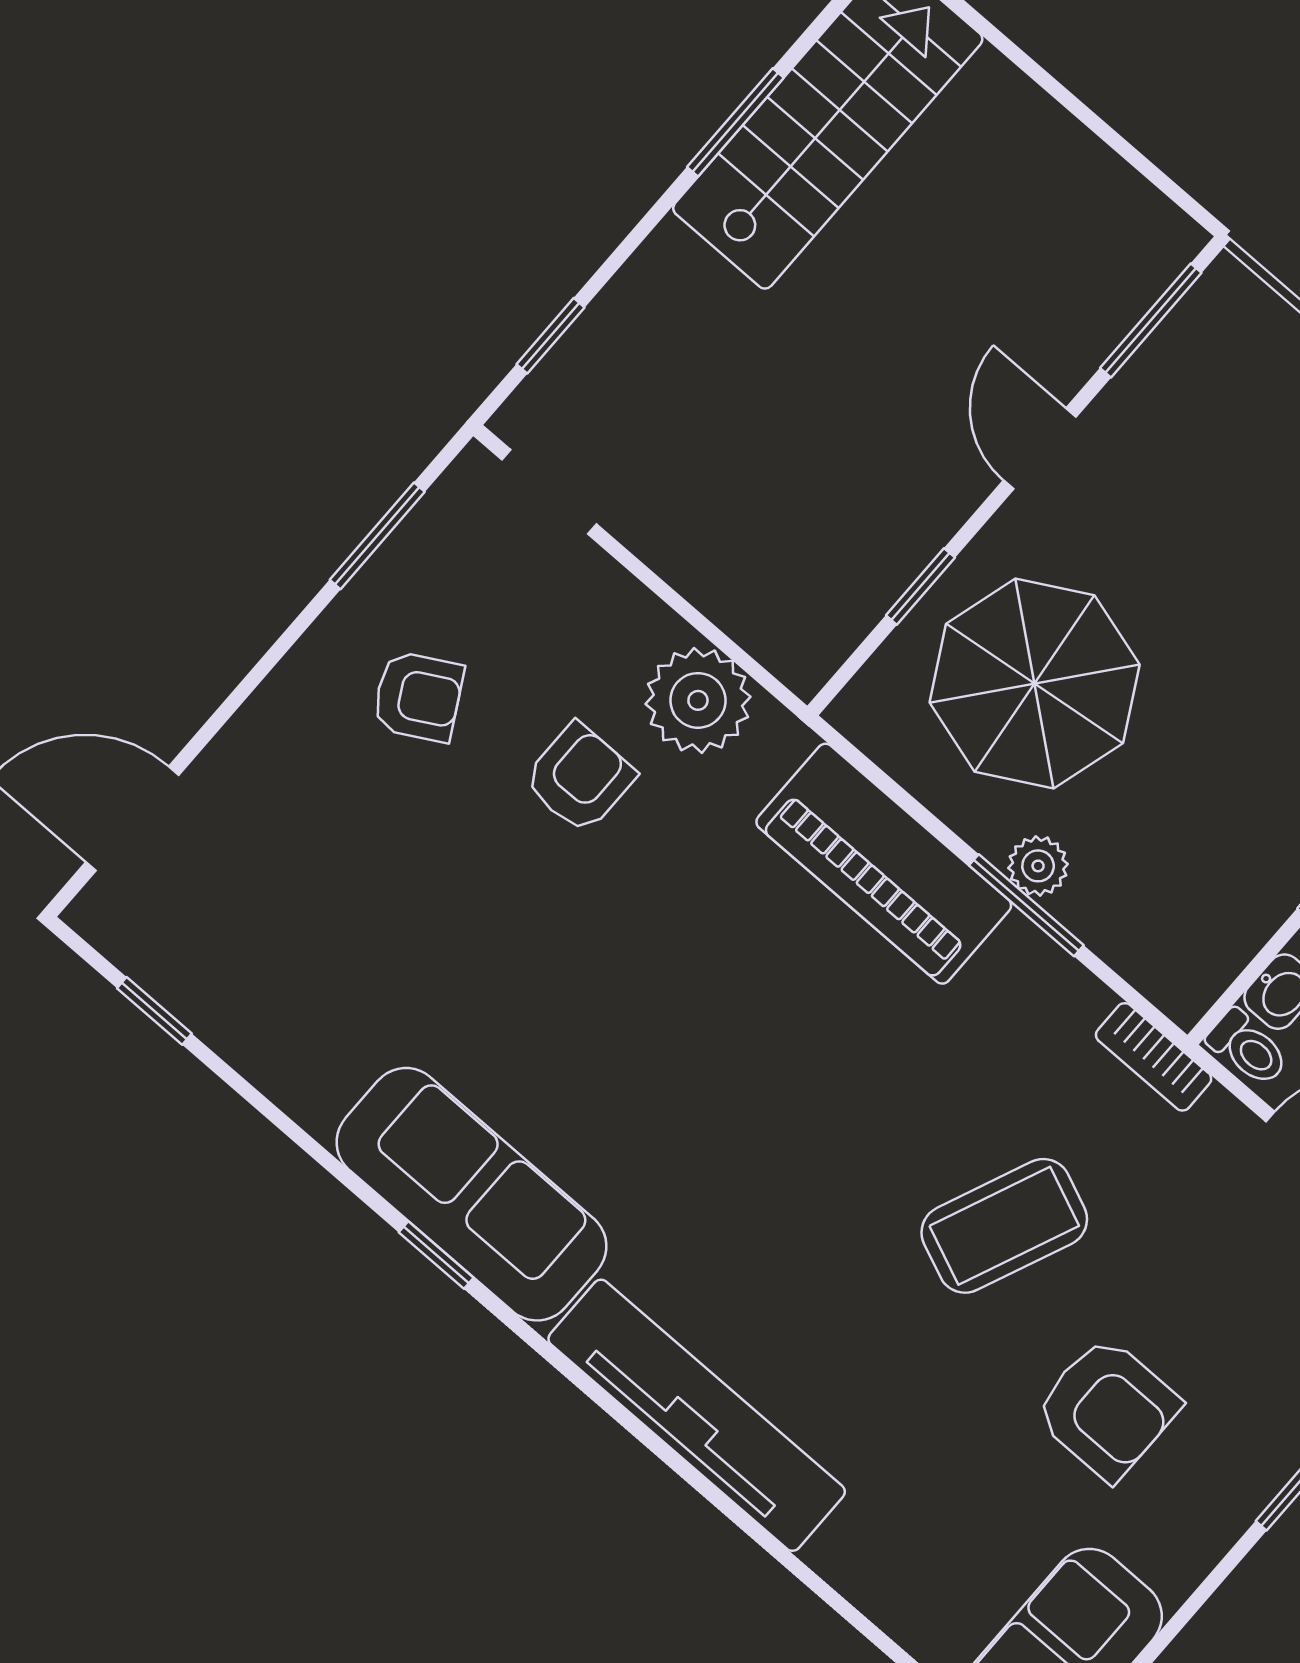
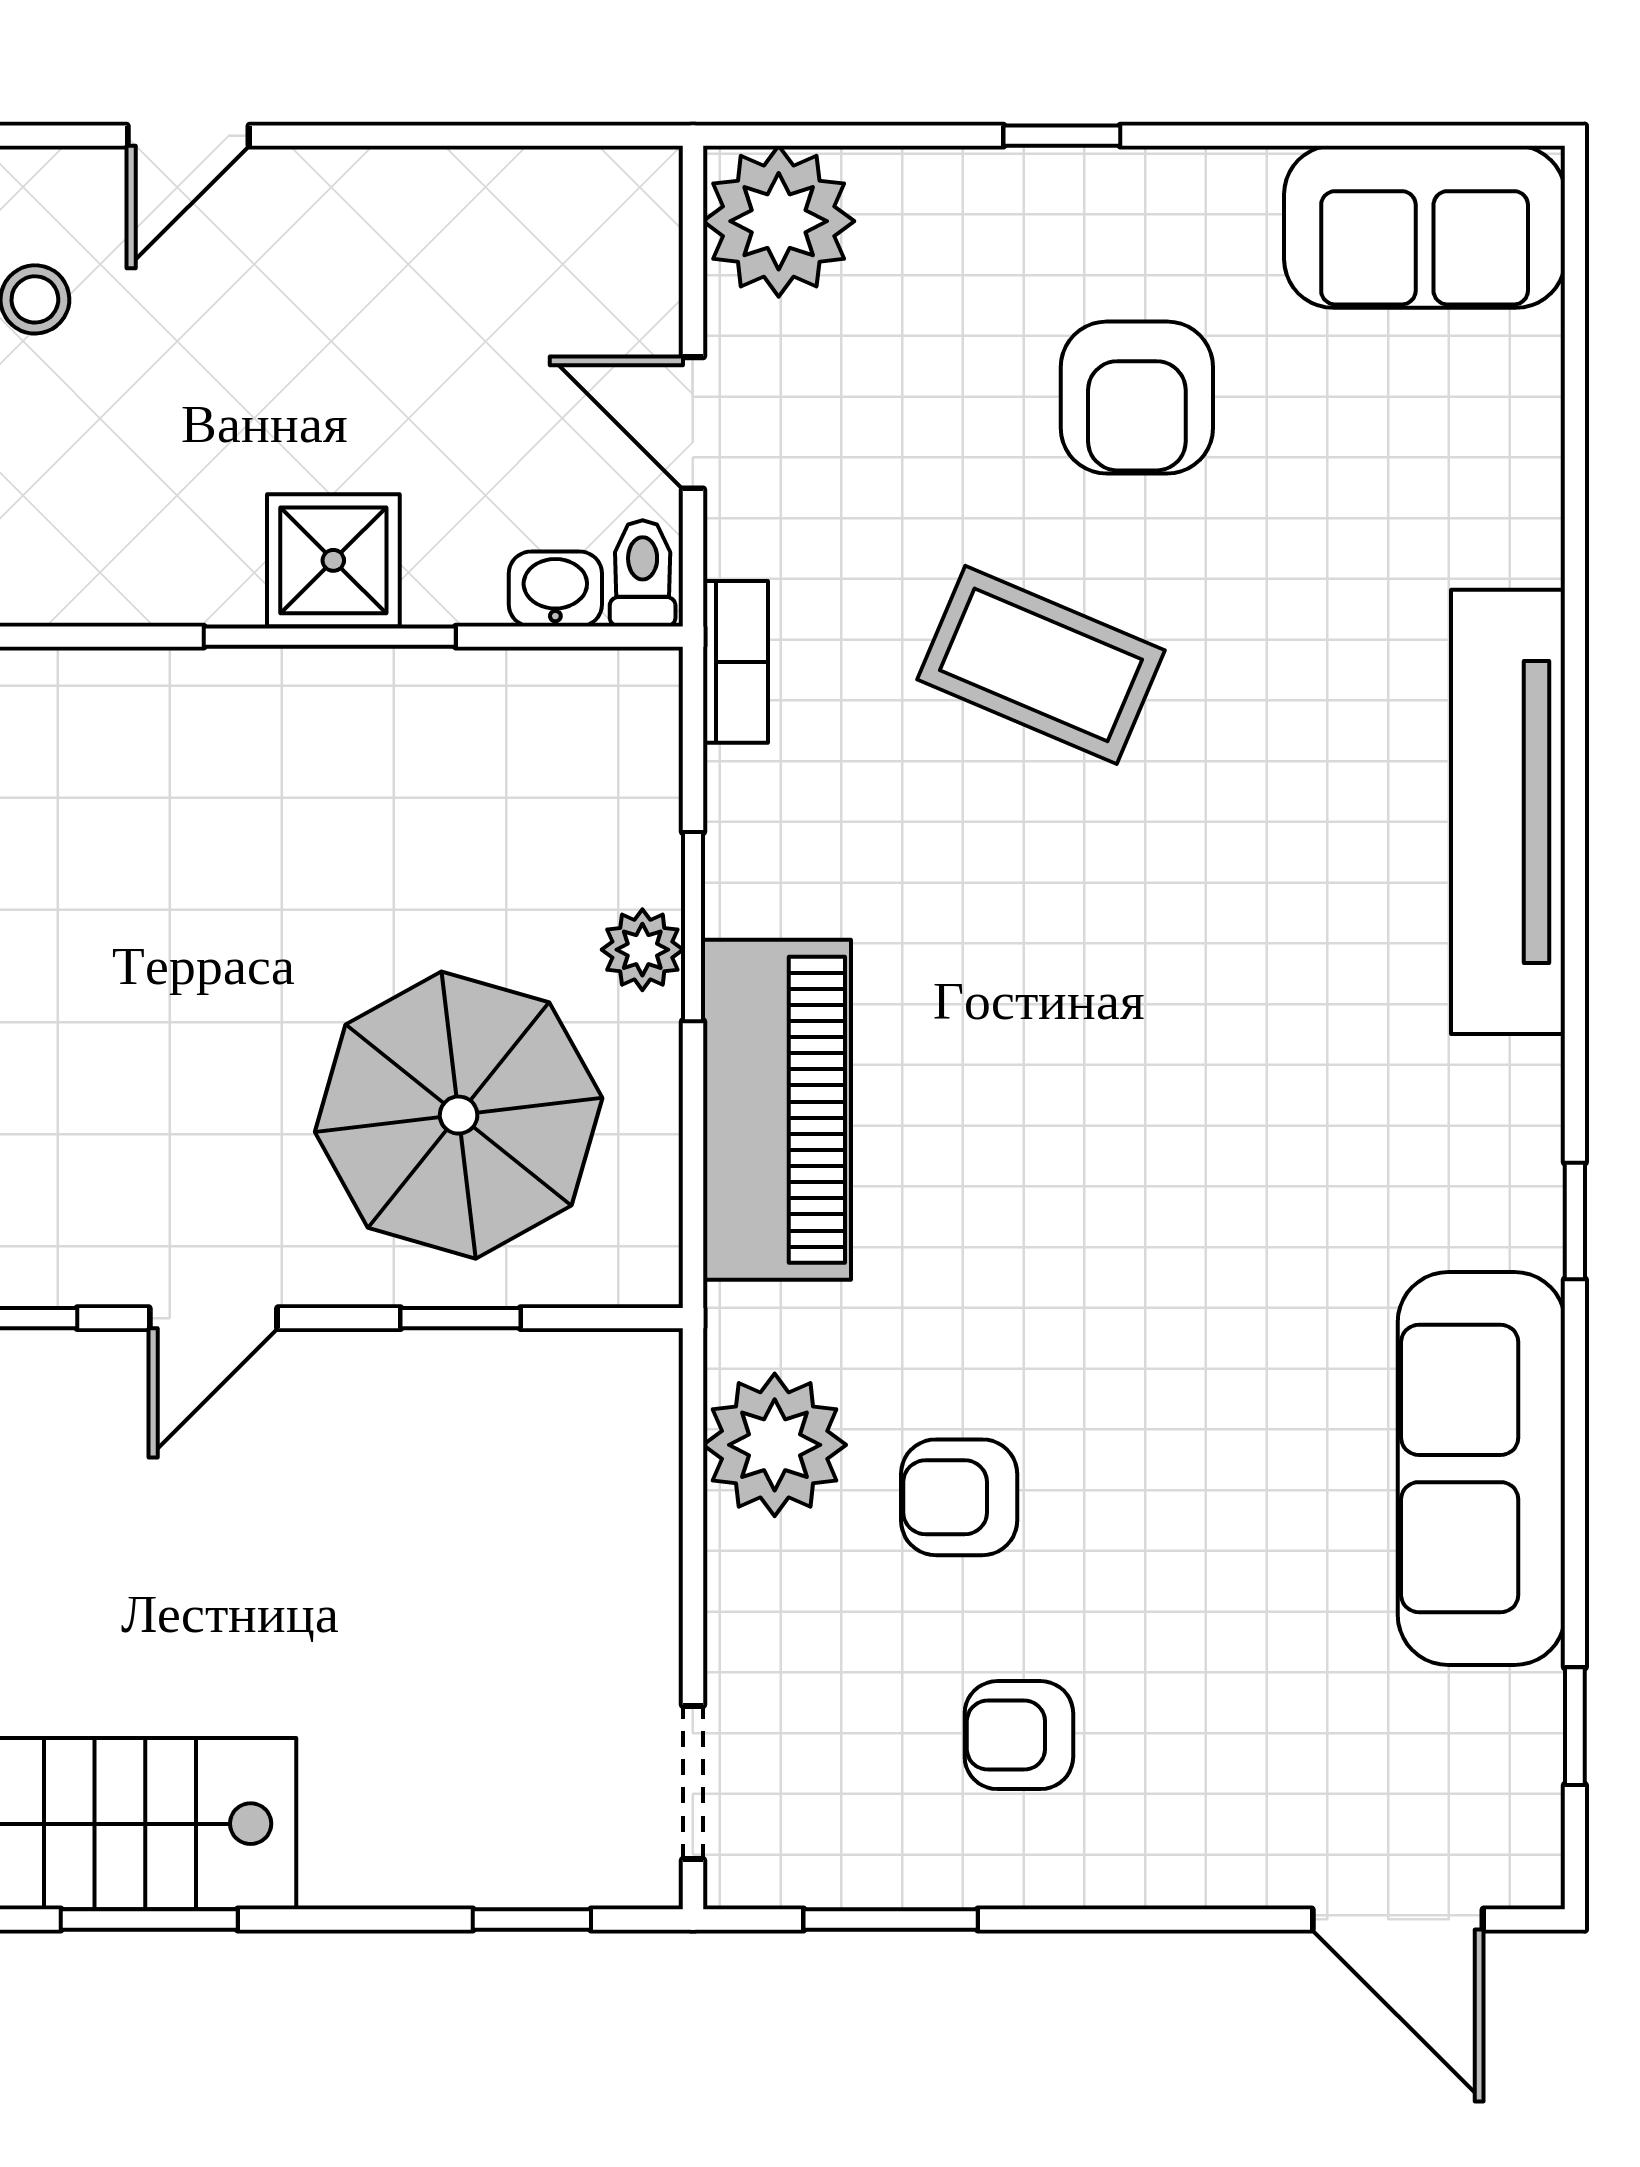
armchair: (418, 697) -> (1019, 1735), turned -61
sofa: (471, 1194) -> (1481, 1469), moved
armchair: (1107, 1408) -> (1137, 398), turned 180

